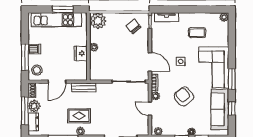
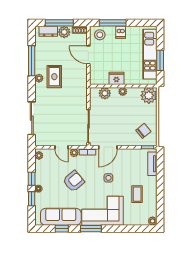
plant: (96, 65) -> (105, 93), added
bench: (84, 87) -> (83, 81), removed
door: (150, 109) -> (61, 147), swing flipped

